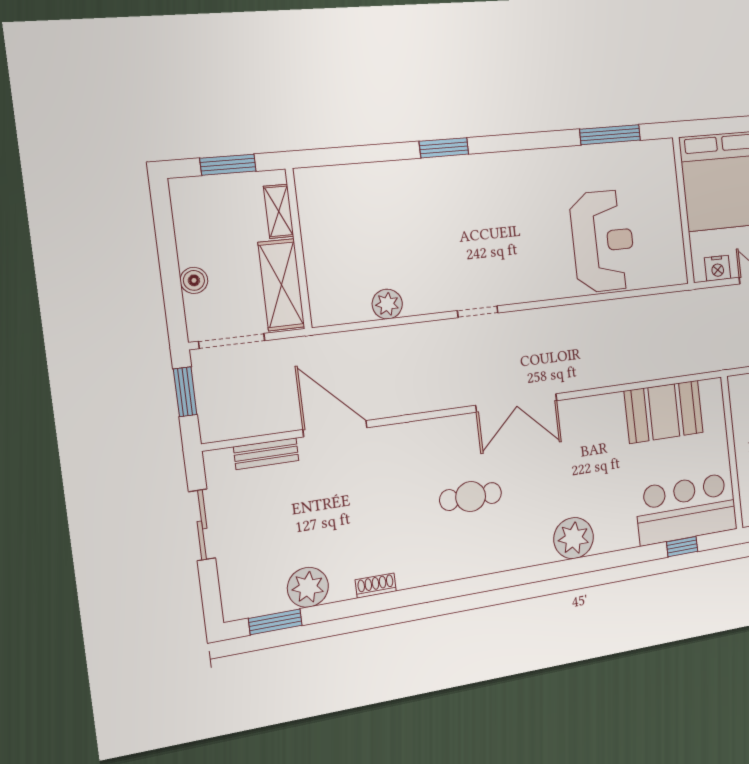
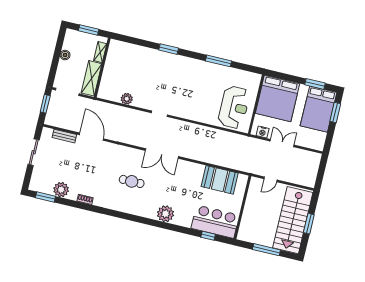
window: (610, 135) -> (218, 61), moved
reception desk: (603, 241) -> (234, 107), moved
boiler: (194, 280) -> (65, 55), moved

